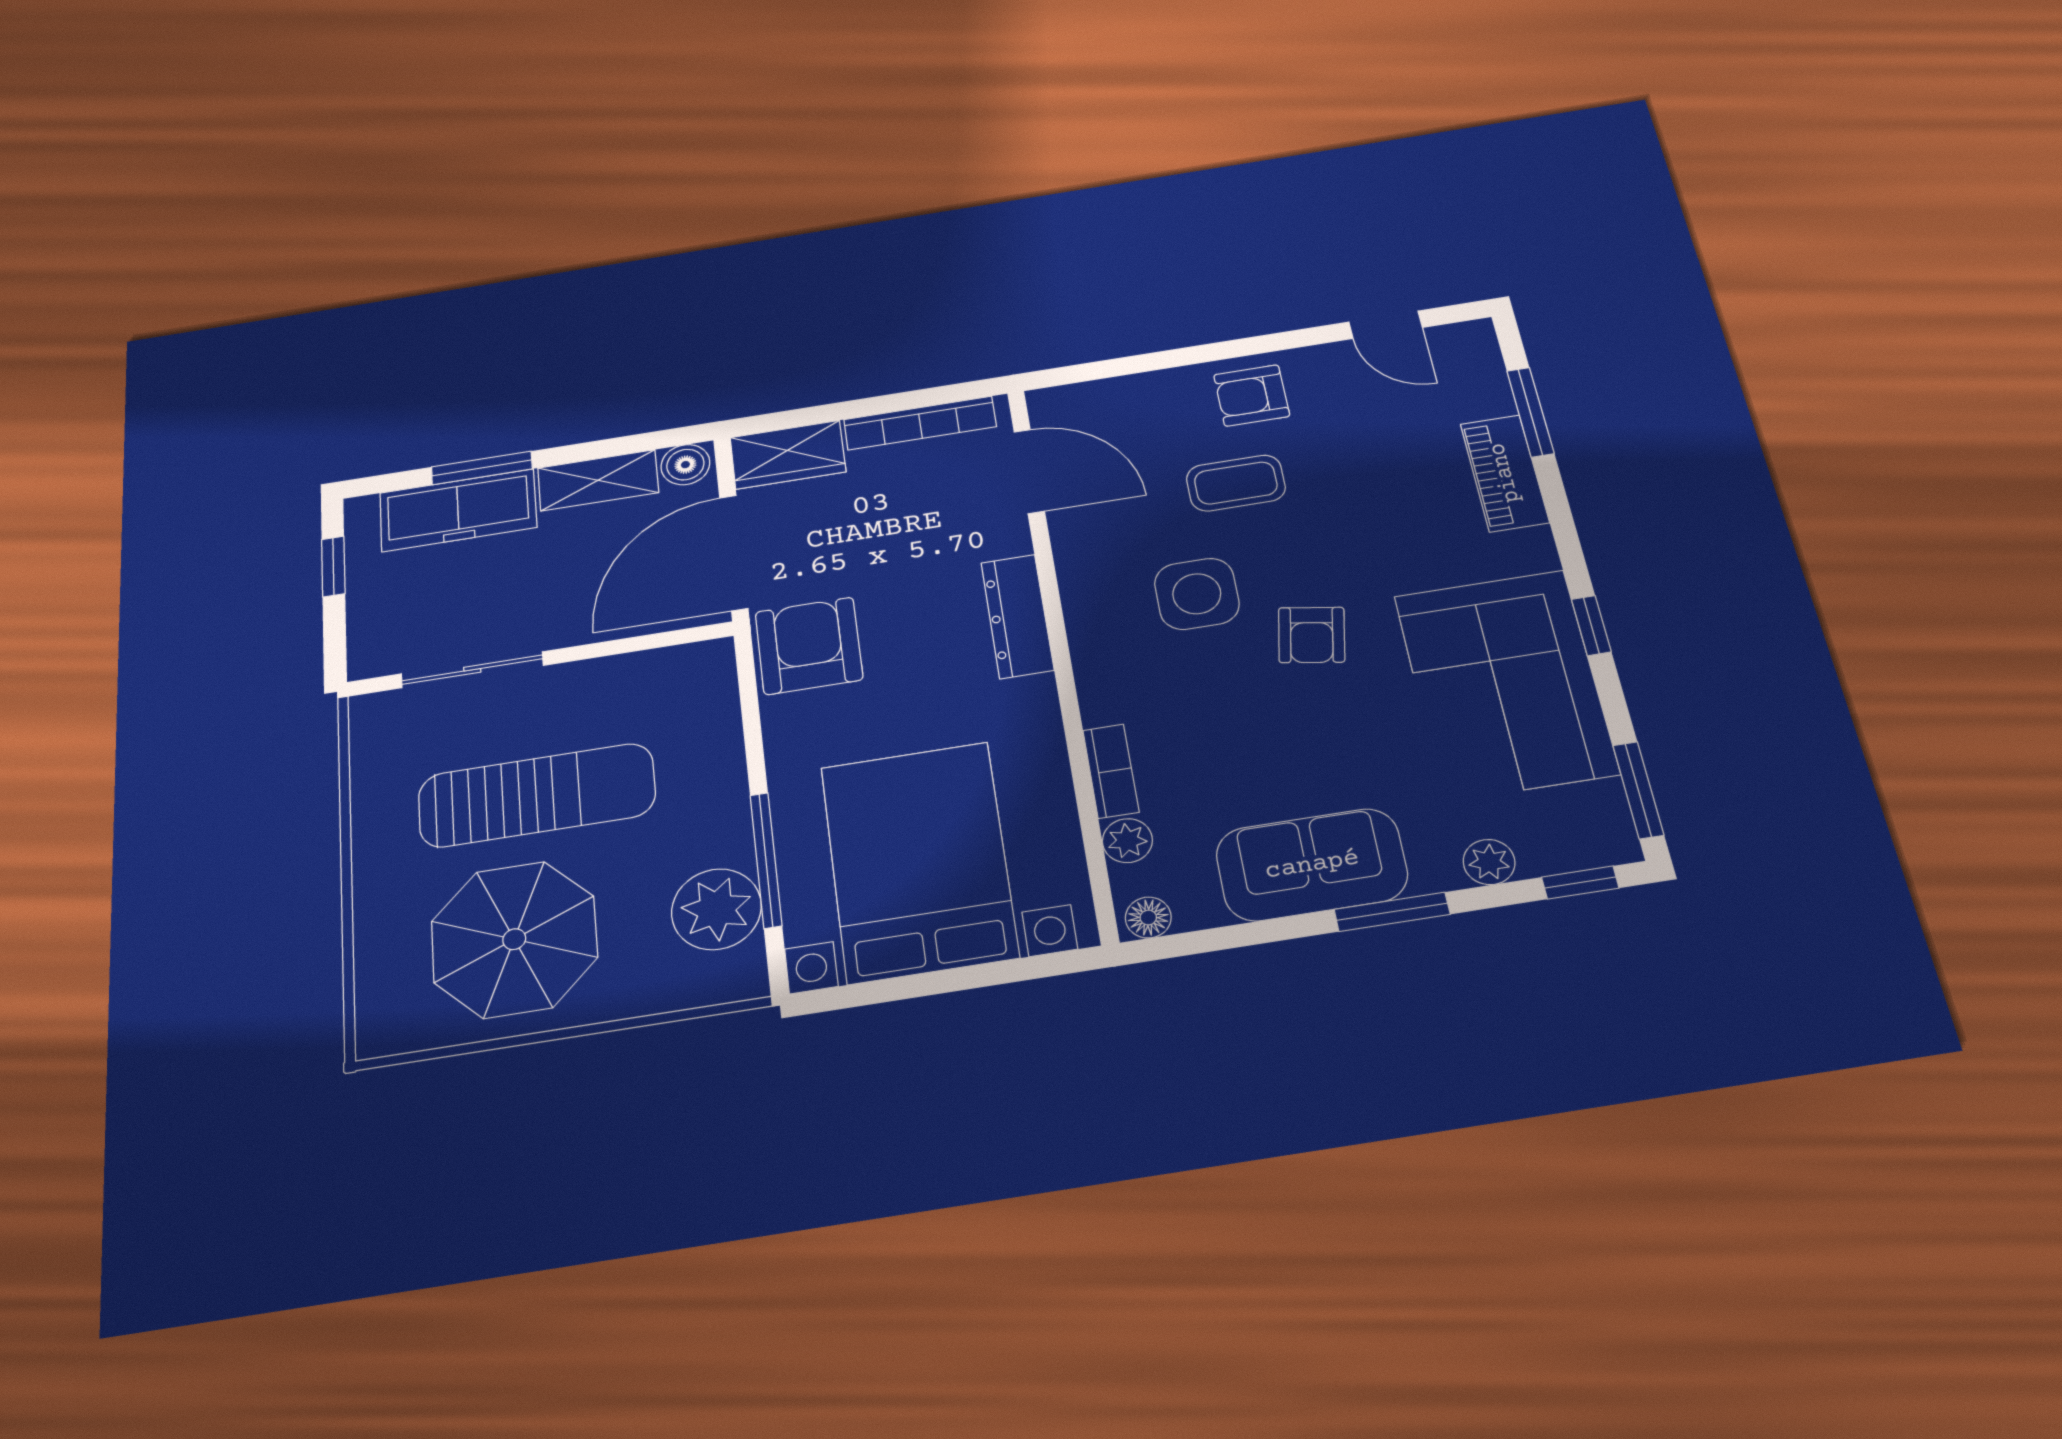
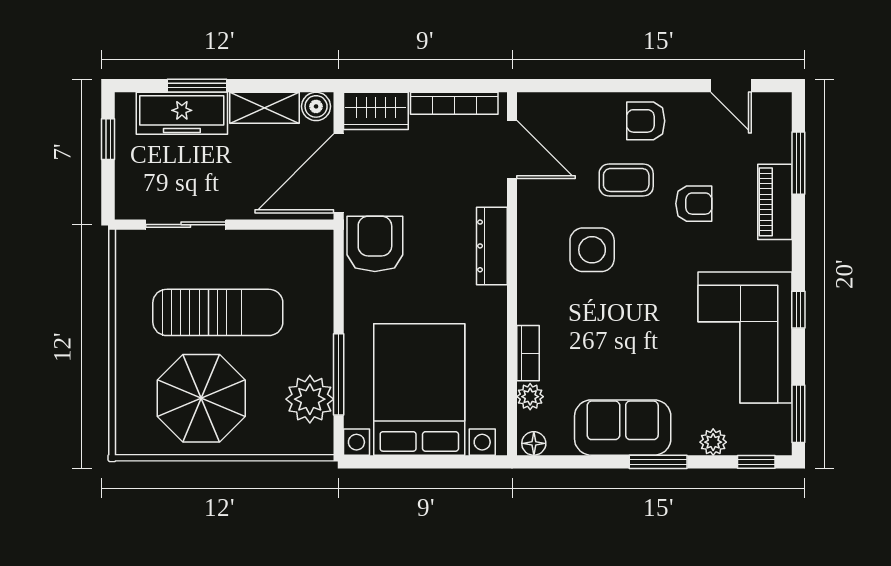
armchair: (1312, 635) -> (694, 204), moved, turned -100

